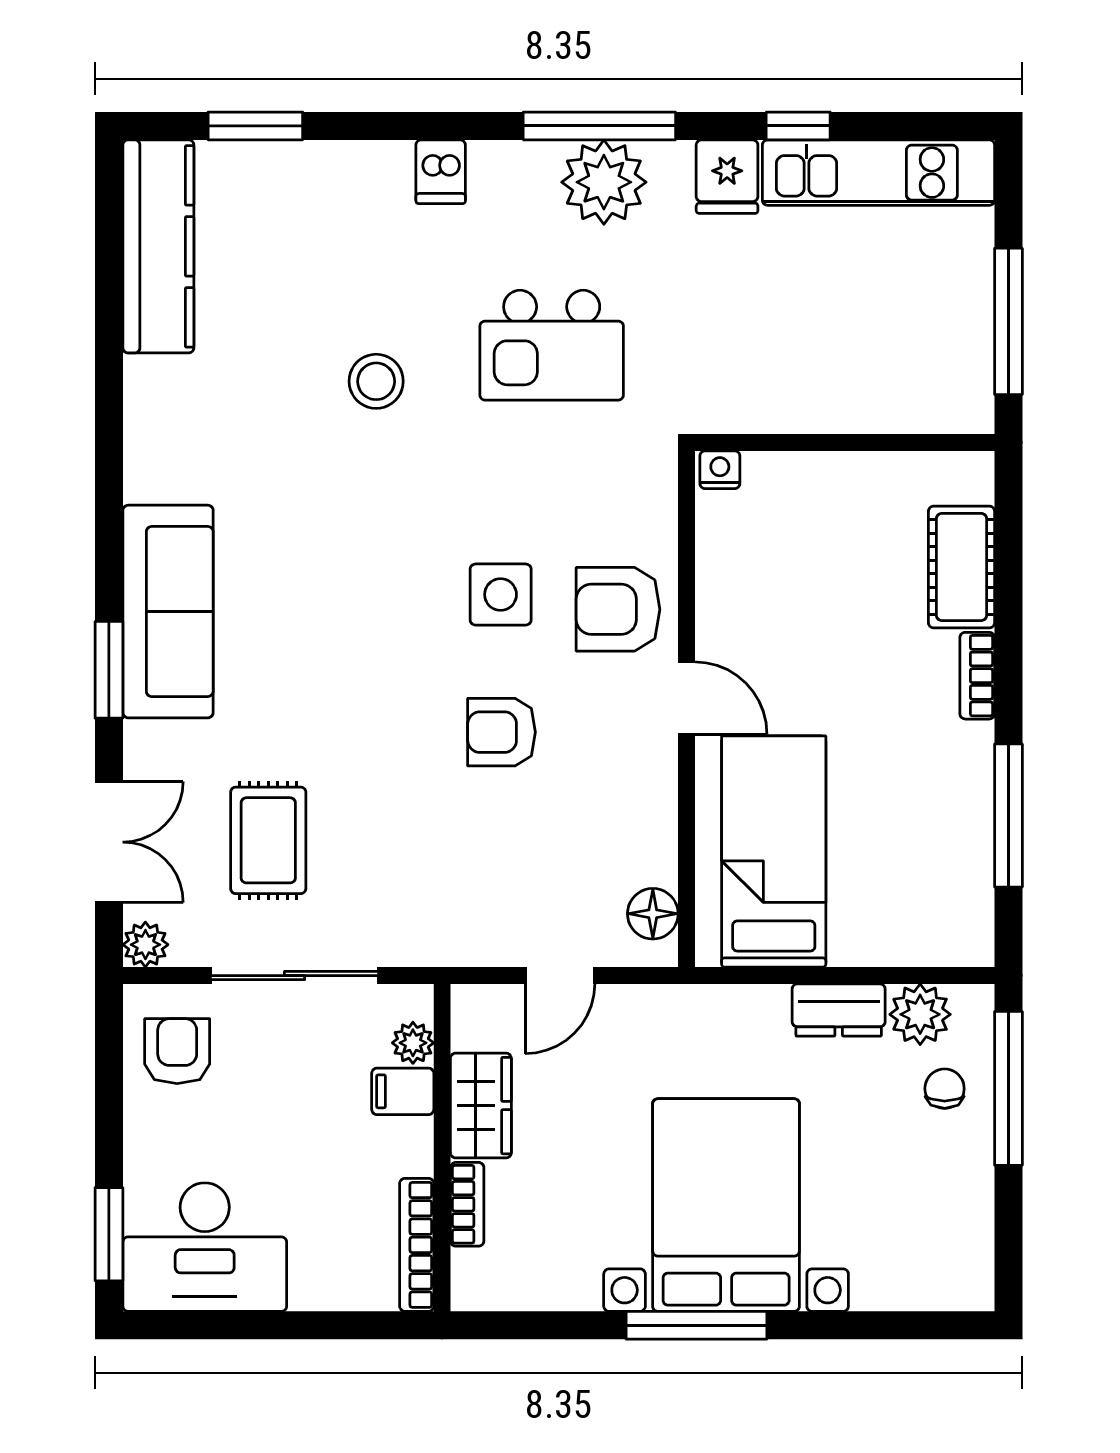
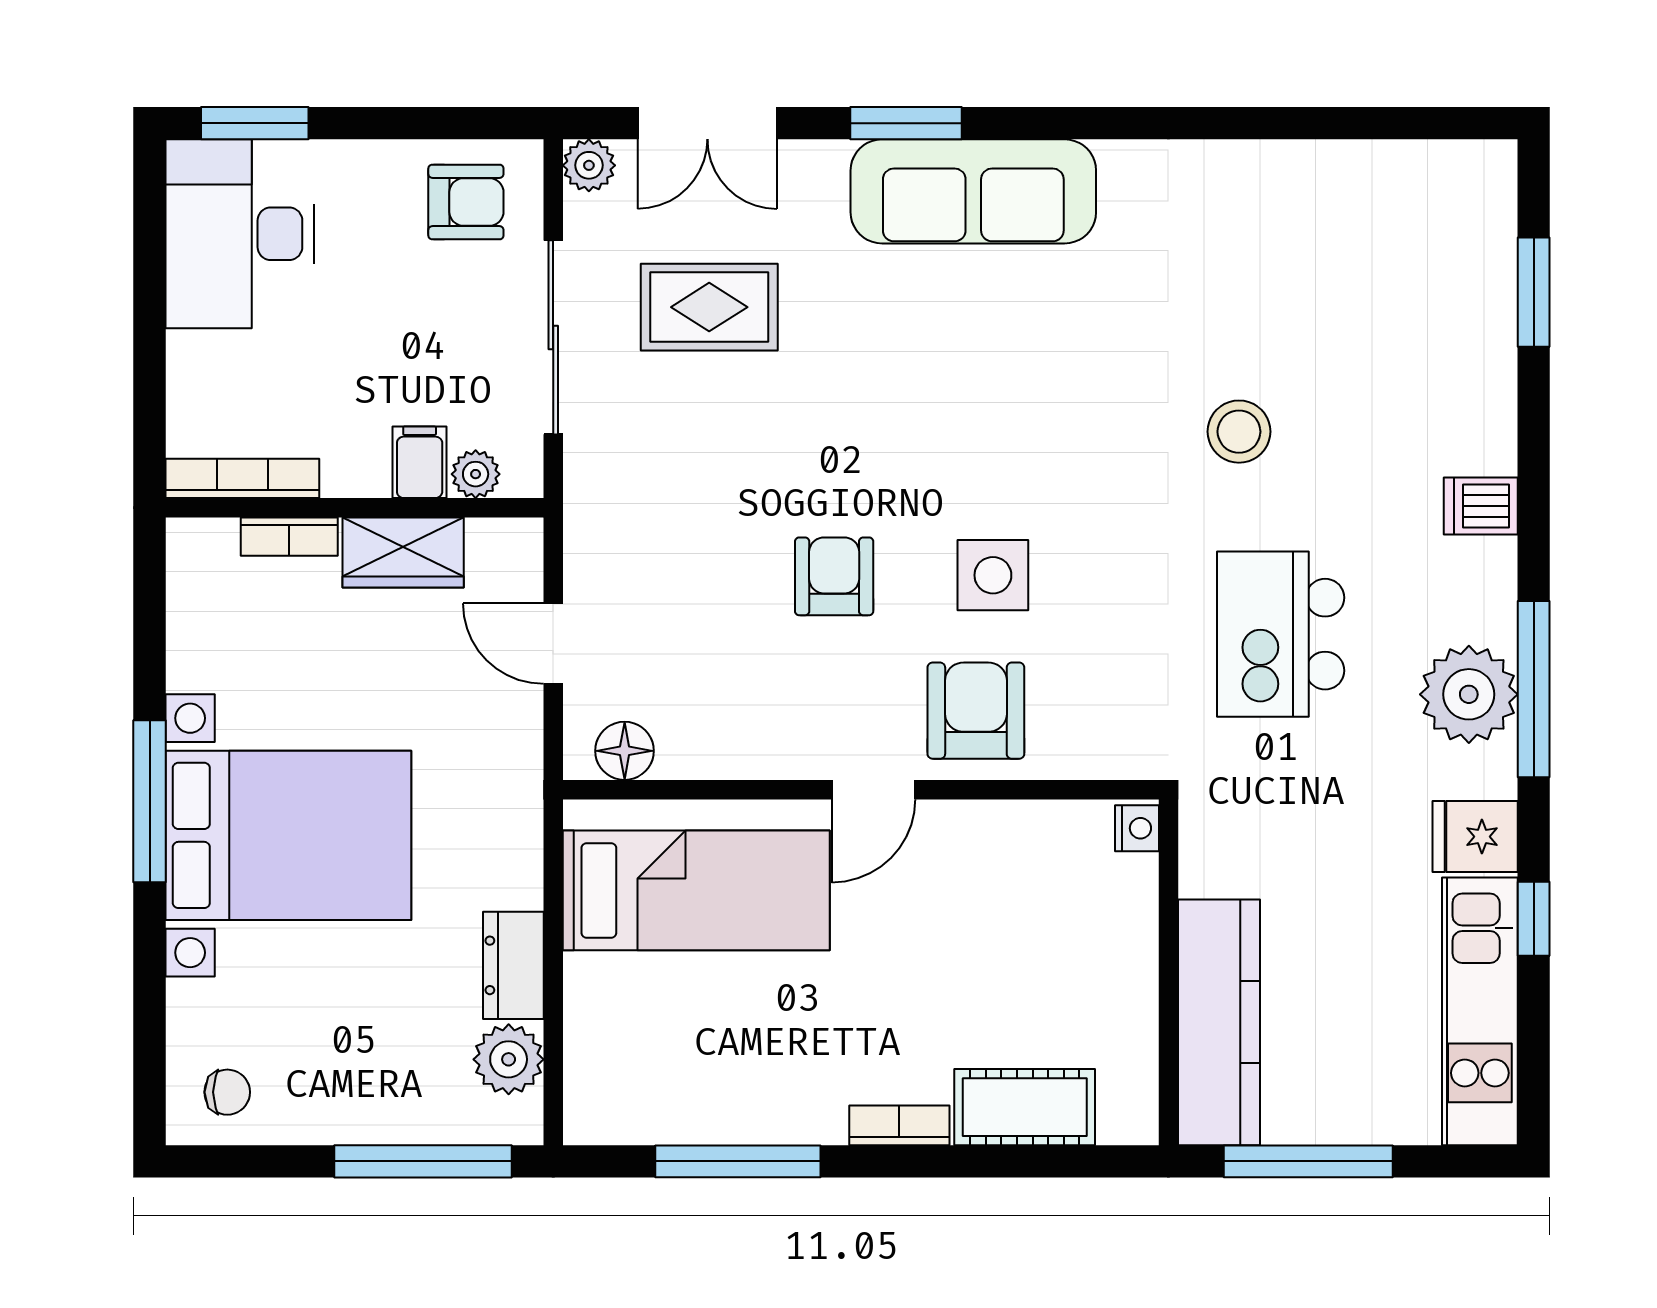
kitchen counter: (158, 246) -> (1219, 1022), moved, turned -90
chair: (945, 1089) -> (227, 1092), moved

